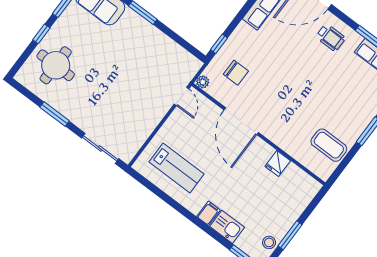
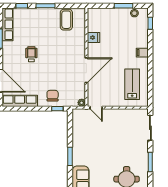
wheelchair: (331, 37) -> (31, 54), moved
chair: (236, 73) -> (53, 96), moved
door: (182, 96) -> (96, 108), swing flipped
kitchen sink: (227, 227) -> (142, 39), removed

